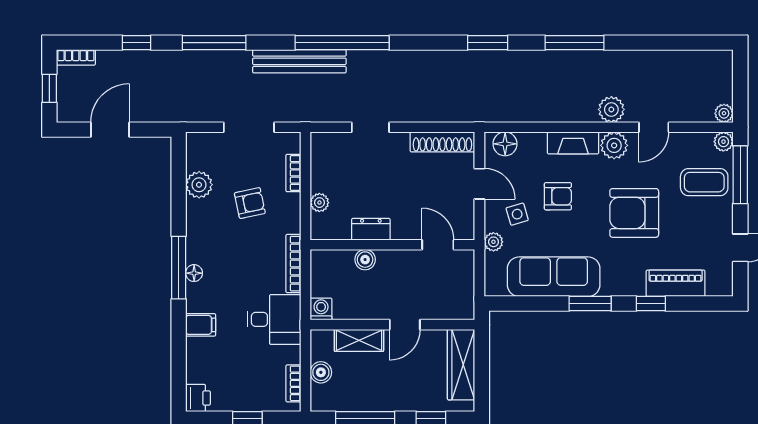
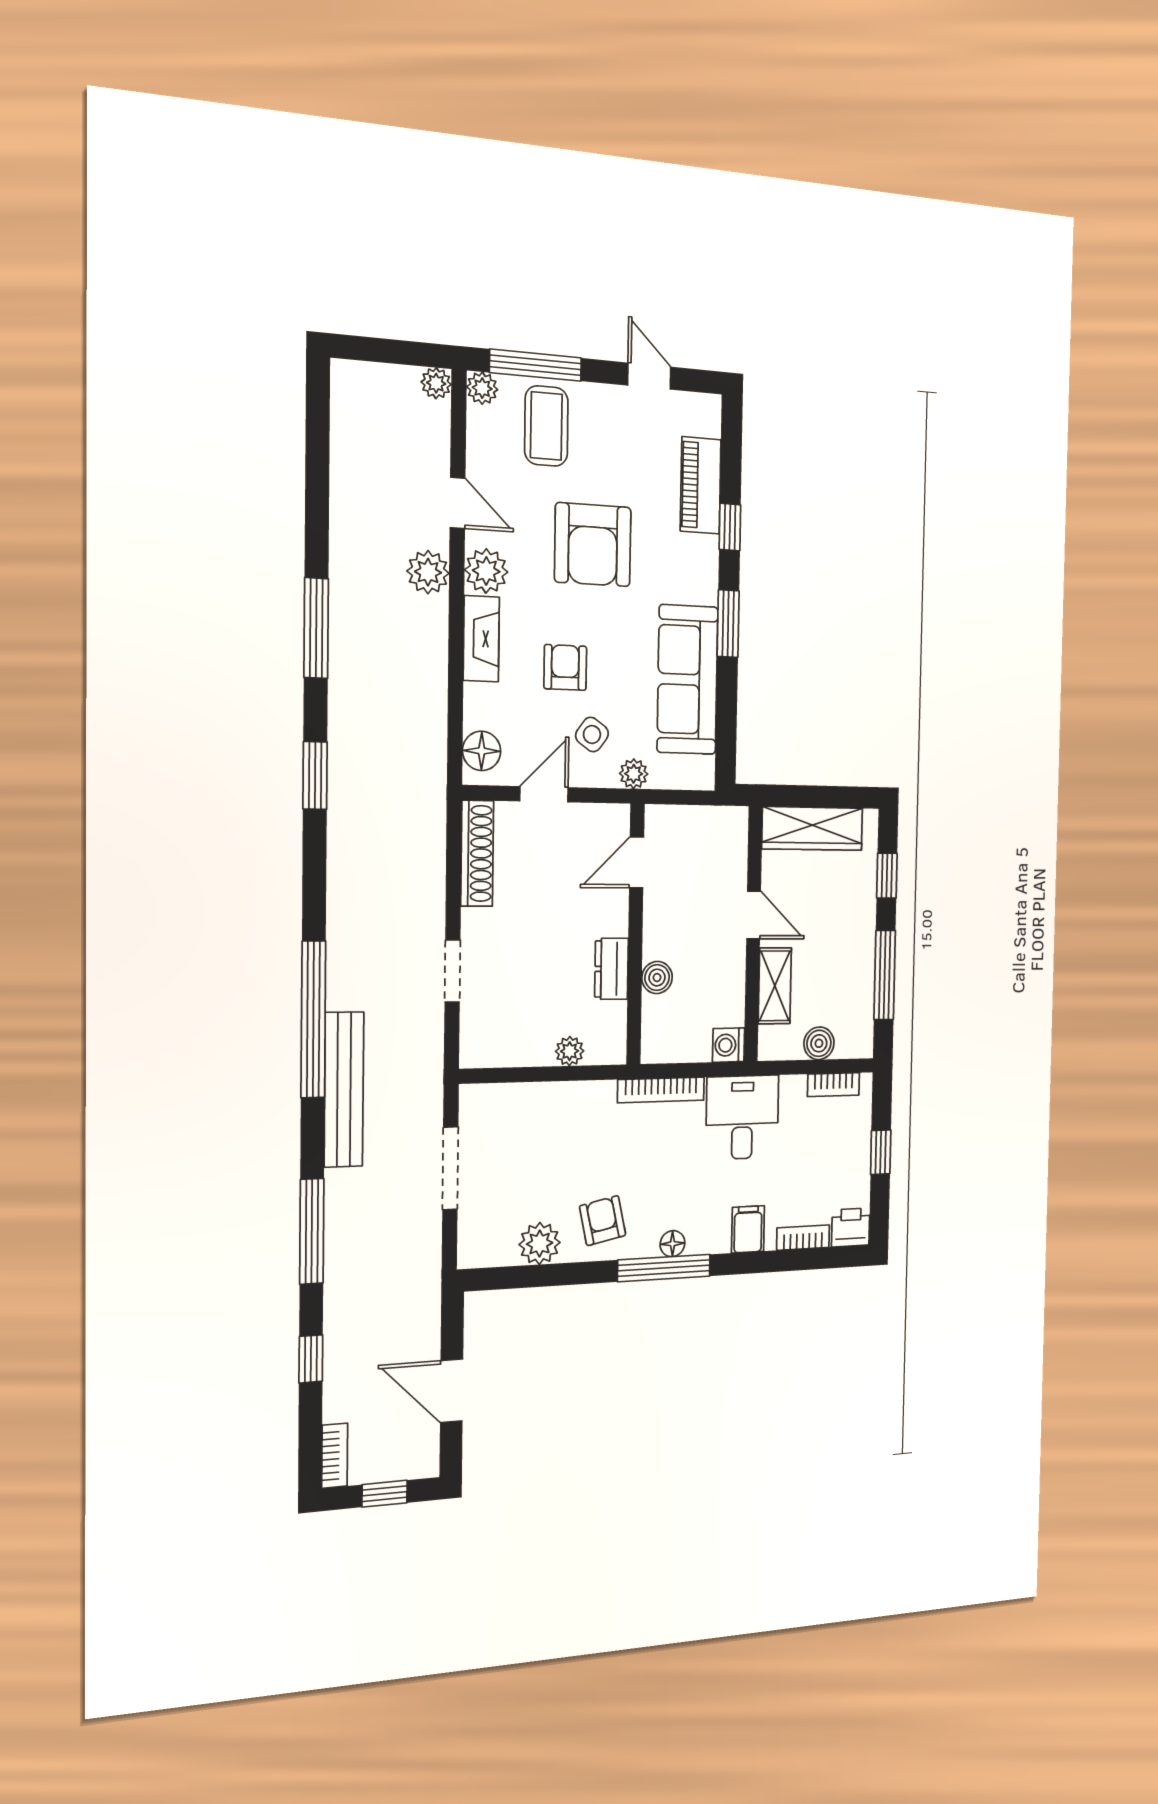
bookcase: (293, 173) -> (803, 1238), moved, turned 180
armchair: (250, 203) -> (603, 1221), moved
side table: (517, 214) -> (592, 735), turned -38

